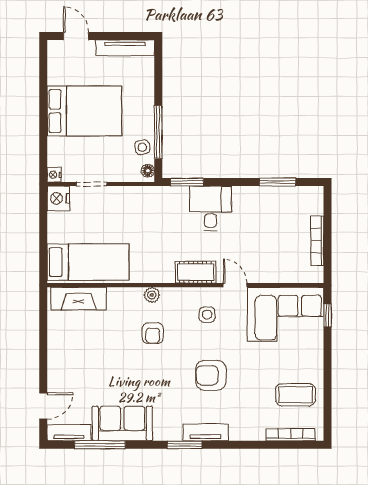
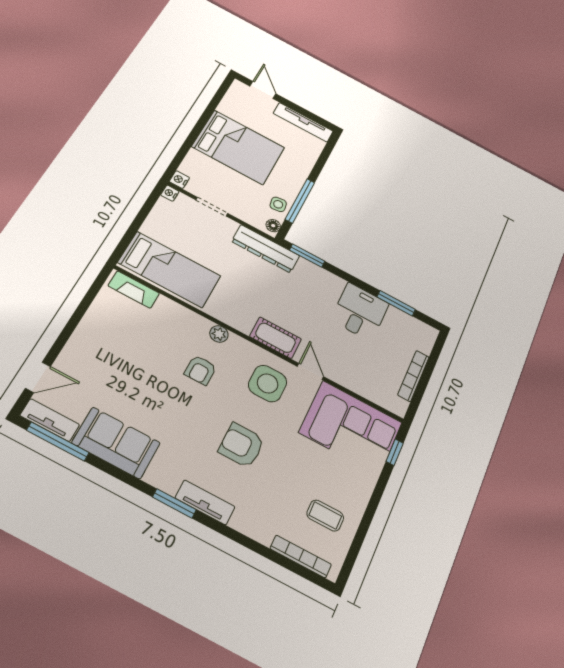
dresser: (152, 196) -> (266, 249), added
nightstand: (58, 198) -> (170, 193), width x0.53, depth x0.56
desk: (210, 208) -> (360, 312), moved
fireplace: (79, 299) -> (134, 290), width x0.73, depth x0.76
side table: (207, 315) -> (268, 384), width x1.87, depth x1.87
coffee table: (295, 395) -> (325, 516), width x0.73, depth x0.77
window: (100, 445) -> (58, 441), moved

